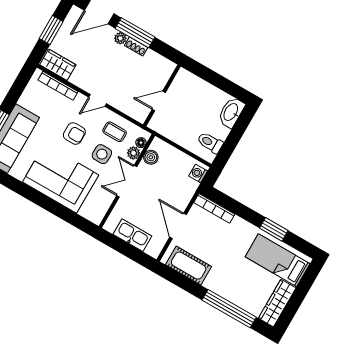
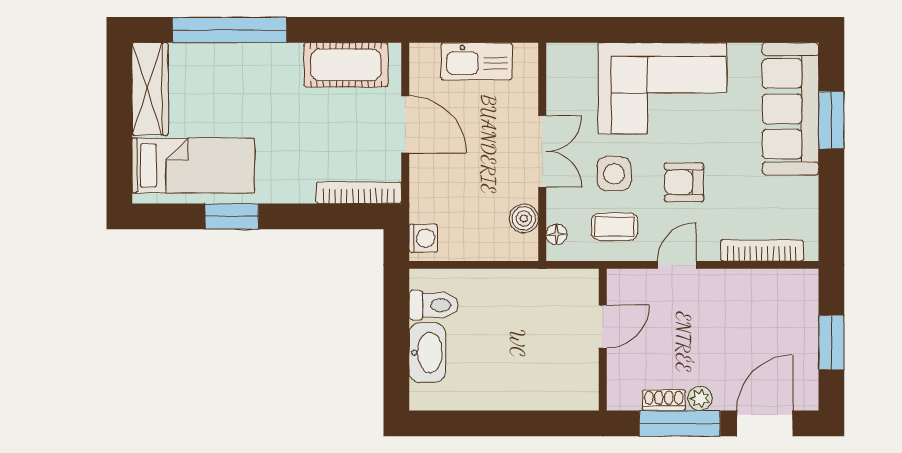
wardrobe: (58, 65) -> (784, 288), removed
wall: (162, 95) -> (603, 340), moved
door: (159, 101) -> (603, 326), moved
washbasin: (231, 112) -> (427, 353), moved
plant: (133, 153) -> (559, 208), removed

